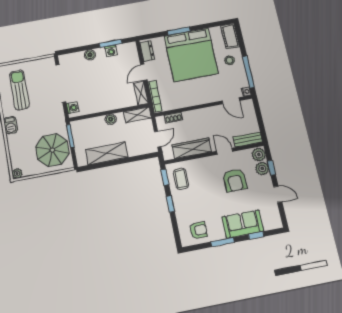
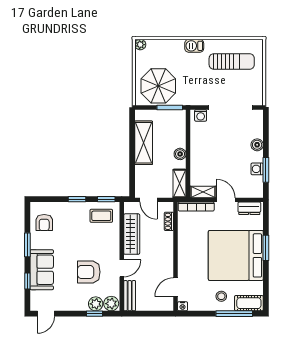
window: (248, 72) -> (234, 314), moved
door: (278, 194) -> (46, 314), moved

